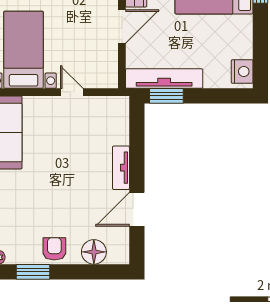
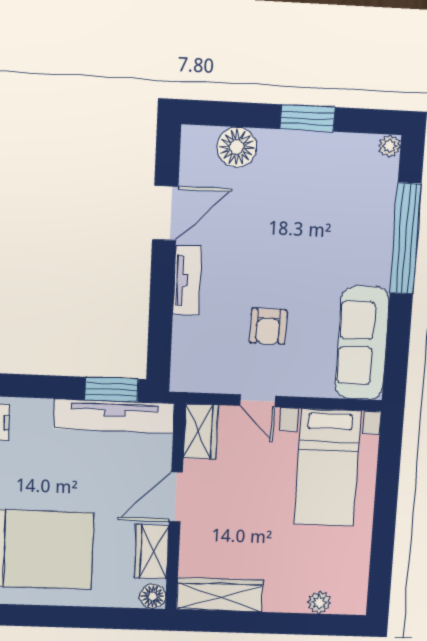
wardrobe: (108, 71) -> (201, 432), added
armchair: (54, 249) -> (268, 326), moved
window: (33, 272) -> (308, 118), moved

